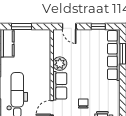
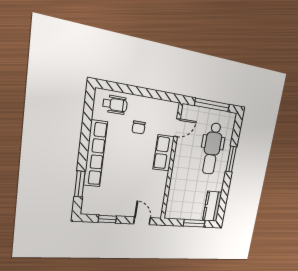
row of seats: (114, 55) -> (95, 154), moved
plant: (60, 64) -> (160, 179), removed

